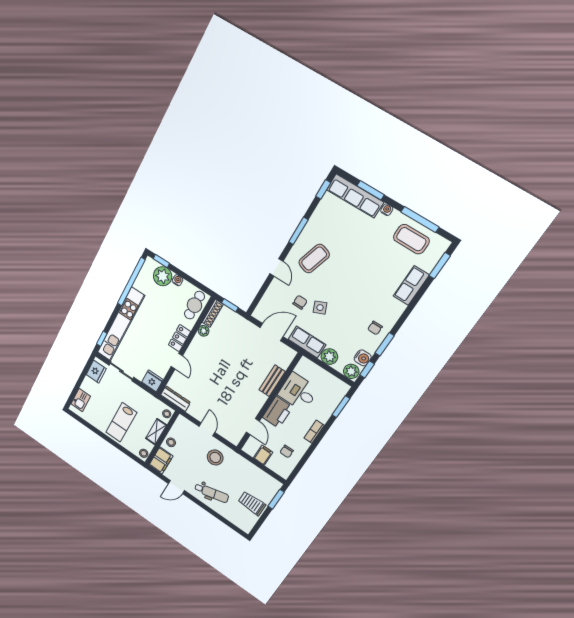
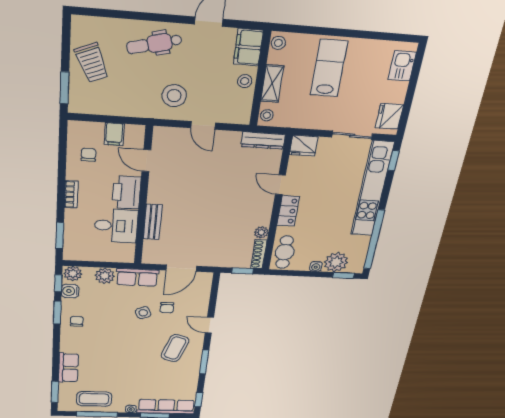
trolley: (252, 503) -> (92, 63), turned 67

